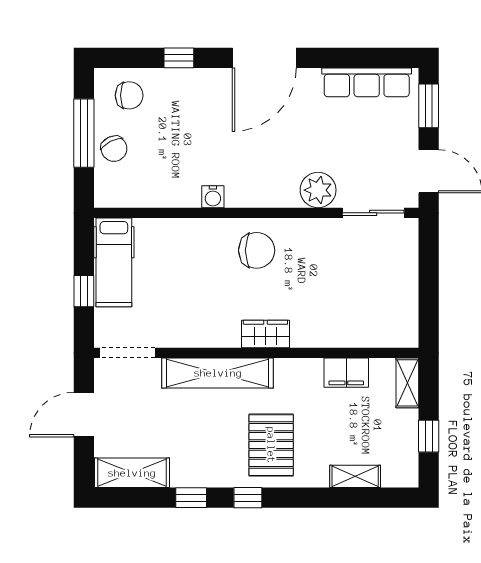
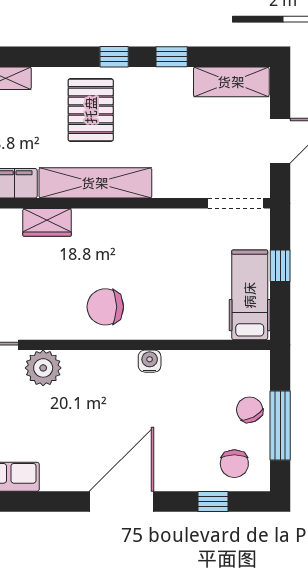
window: (179, 58) -> (213, 502), moved
door: (264, 58) -> (121, 502), moved
chair: (129, 95) -> (234, 464), turned -90
wardrobe: (265, 334) -> (47, 222), moved
shelving: (218, 373) -> (95, 183), moved

